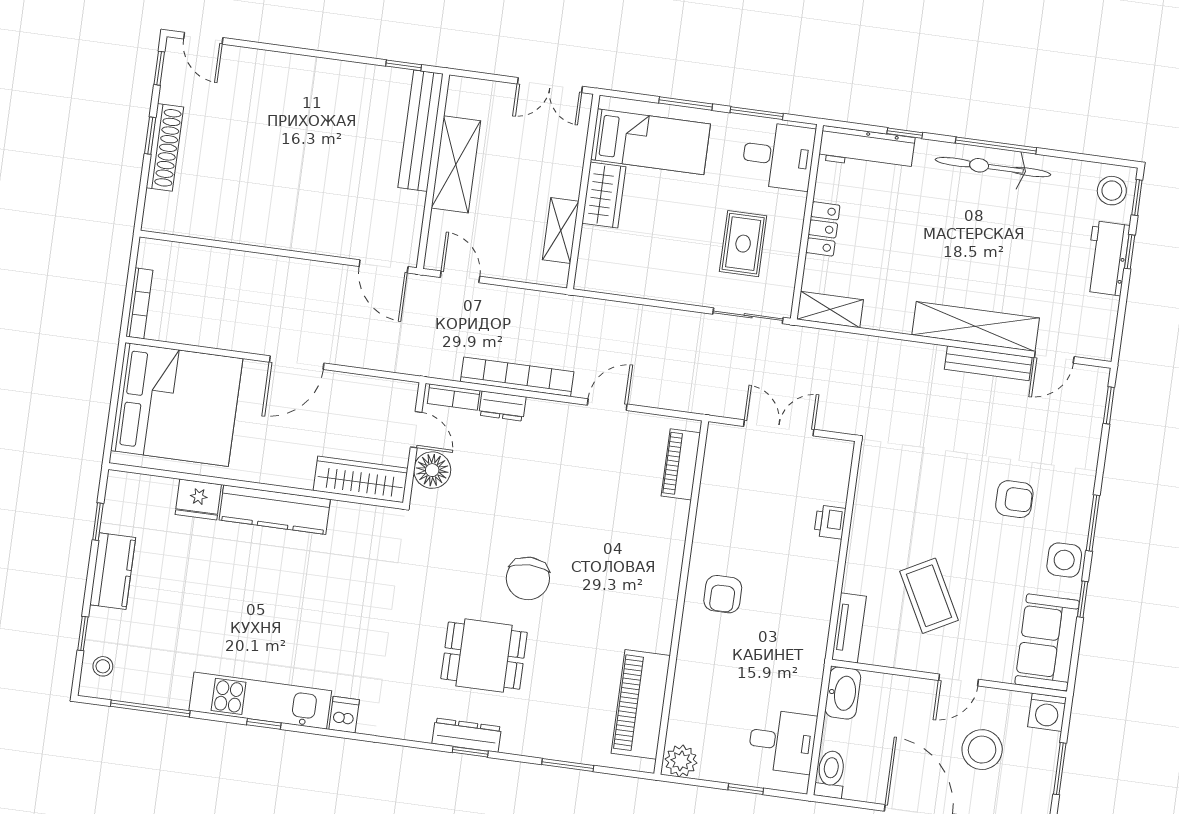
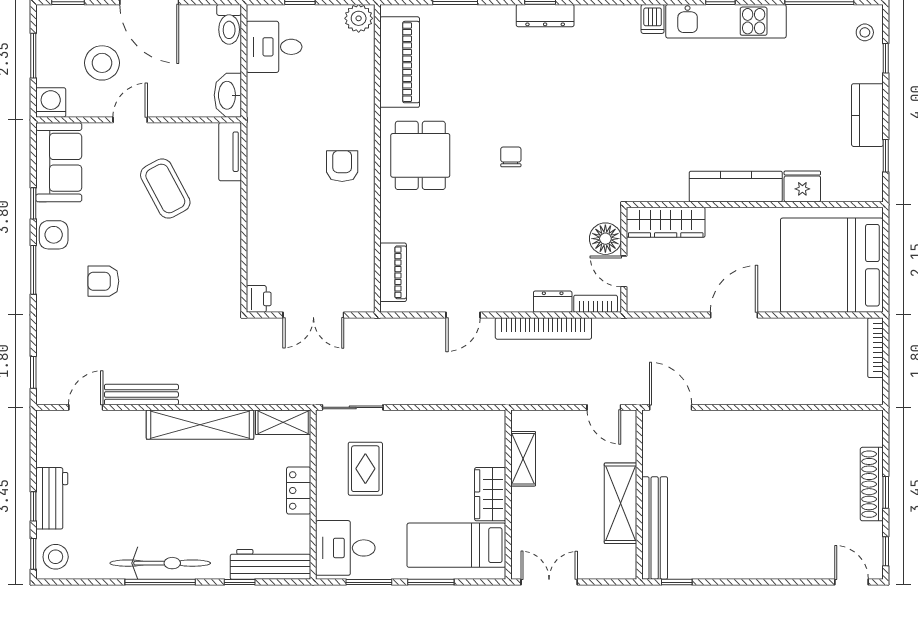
shelving: (976, 326) -> (200, 425), moved
printer: (830, 522) -> (259, 299), moved
chair: (528, 578) -> (511, 157), width x0.54, depth x0.54
dining table: (484, 656) -> (420, 155), moved, turned 90

